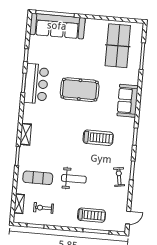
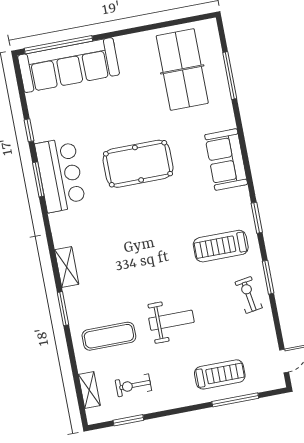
treadmill: (98, 138) -> (221, 246), moved, turned 180

